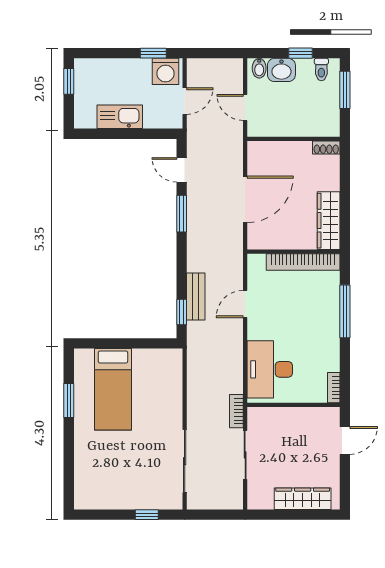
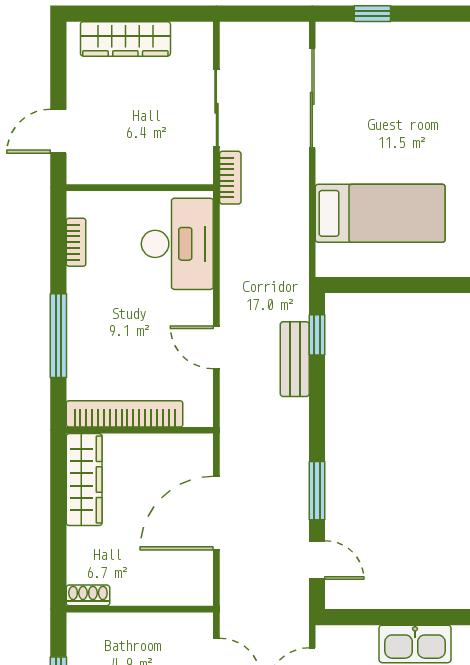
door: (245, 304) -> (216, 347), swing flipped
bookcase: (334, 388) -> (76, 242), moved
bed: (113, 389) -> (380, 213), moved, turned 90

